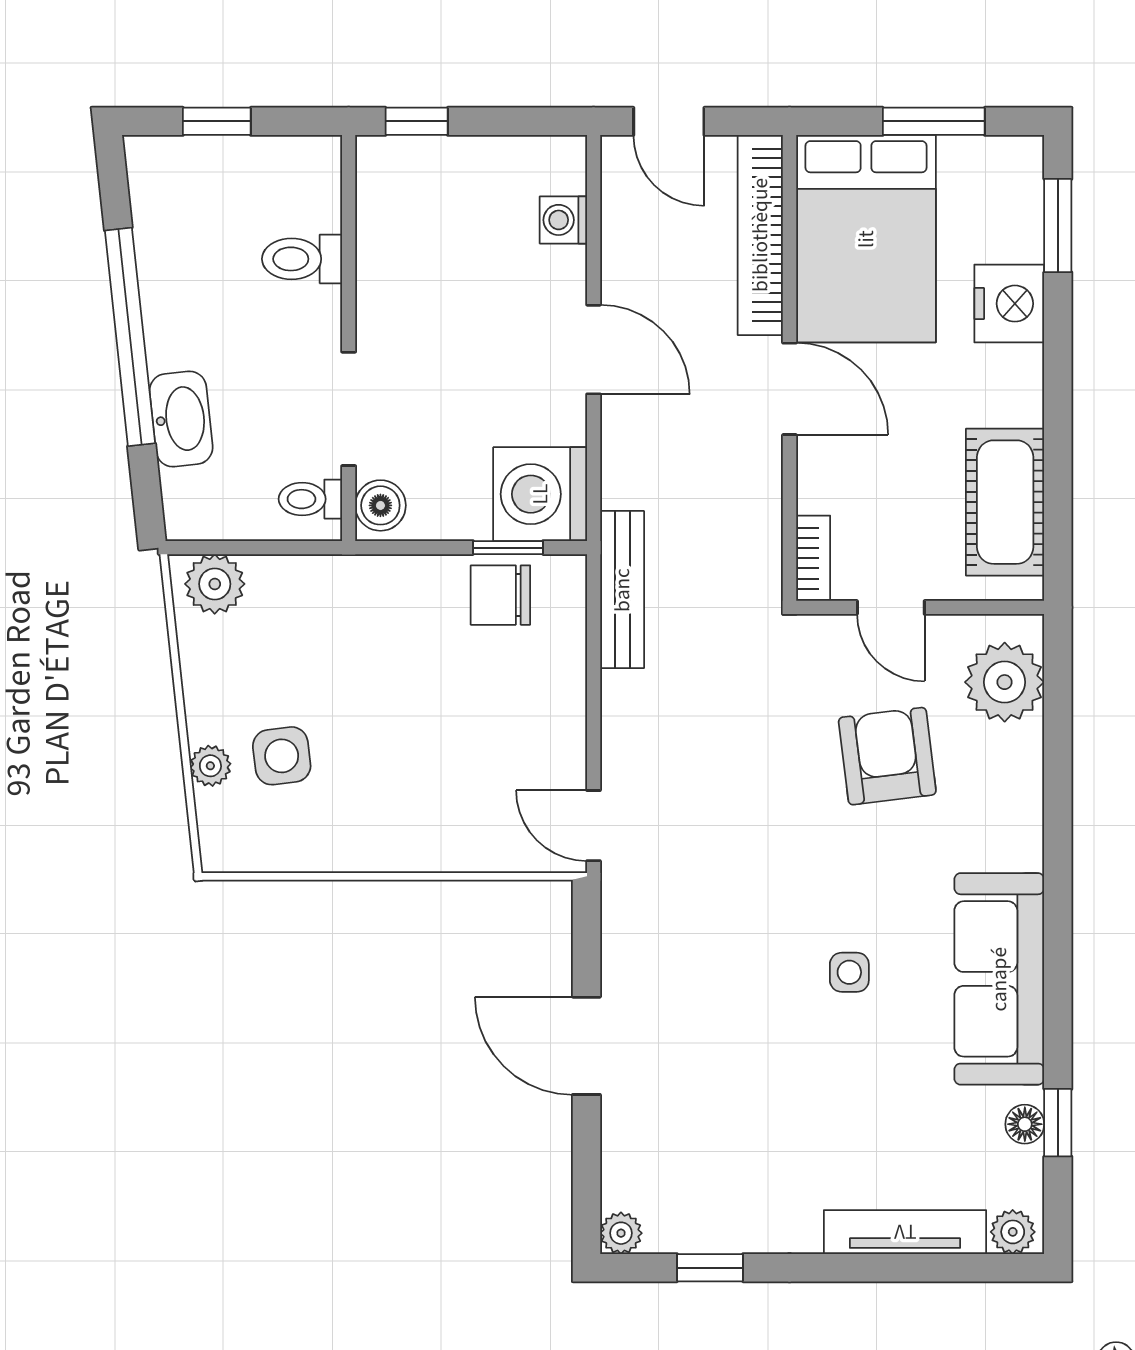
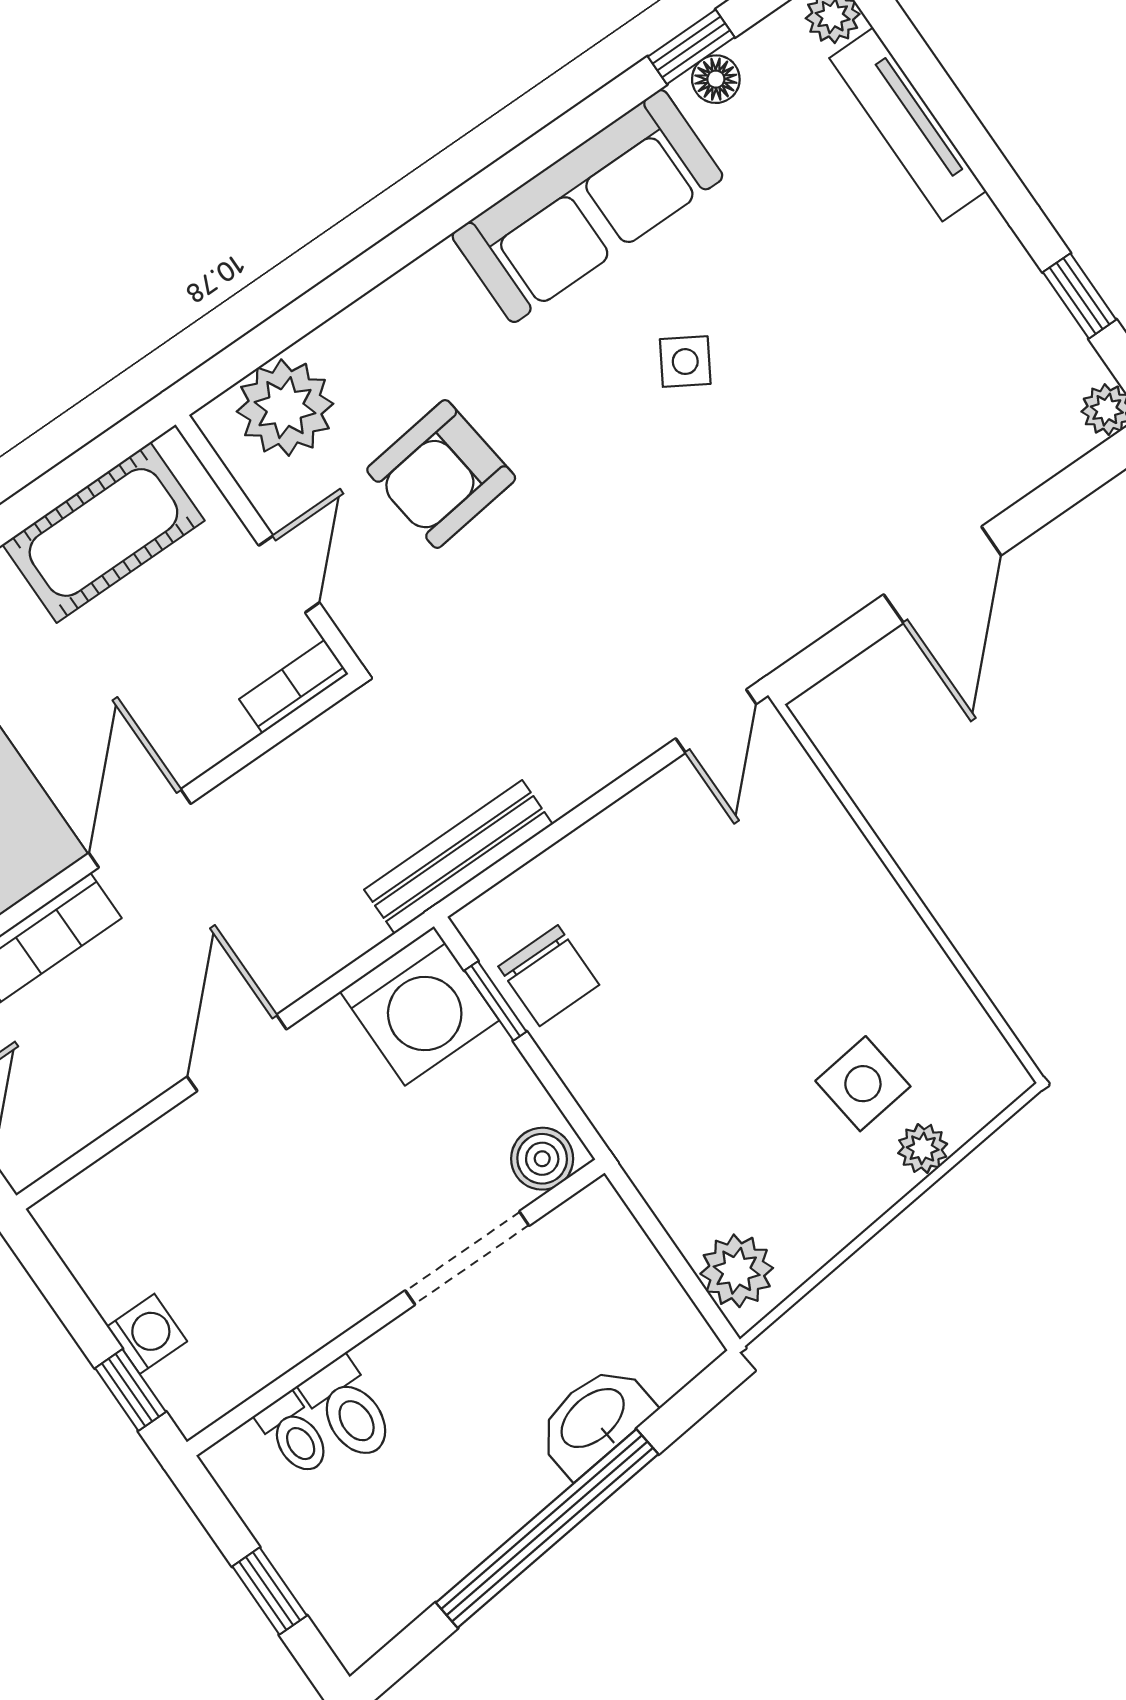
washing machine: (563, 220) -> (147, 1334), moved, turned -90
toilet: (310, 499) -> (294, 1435), moved
side table: (849, 972) -> (685, 362), turned 31

